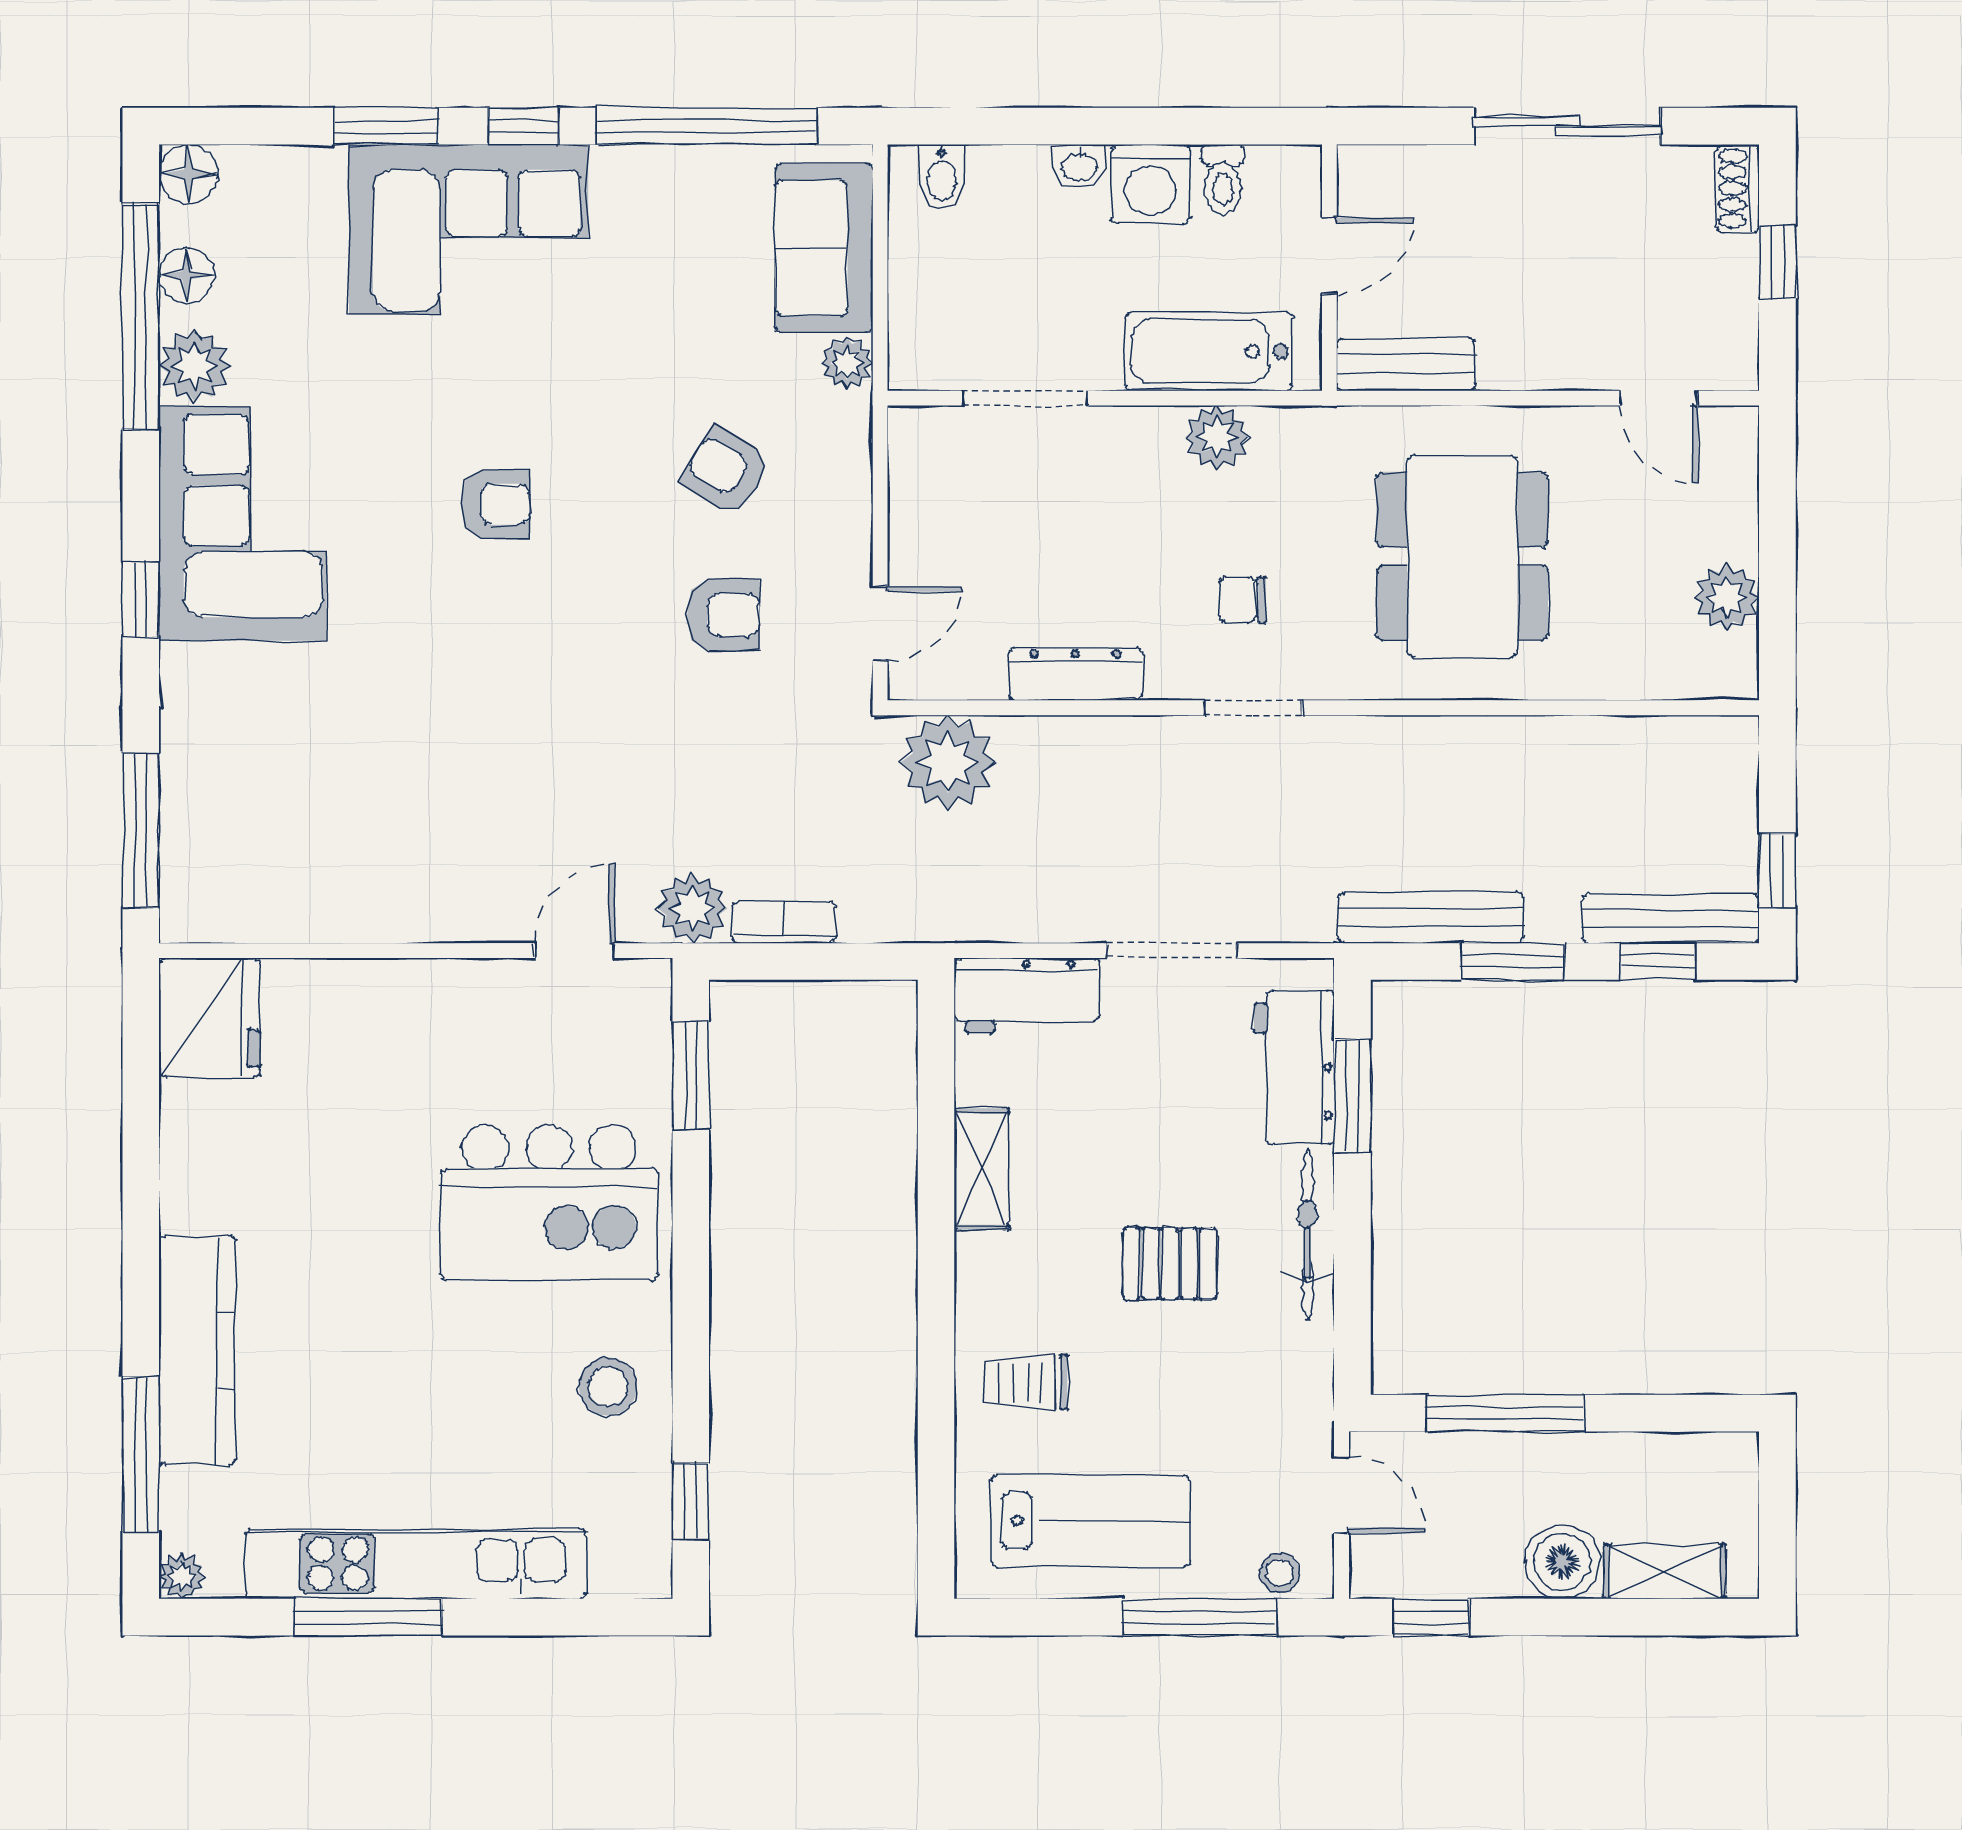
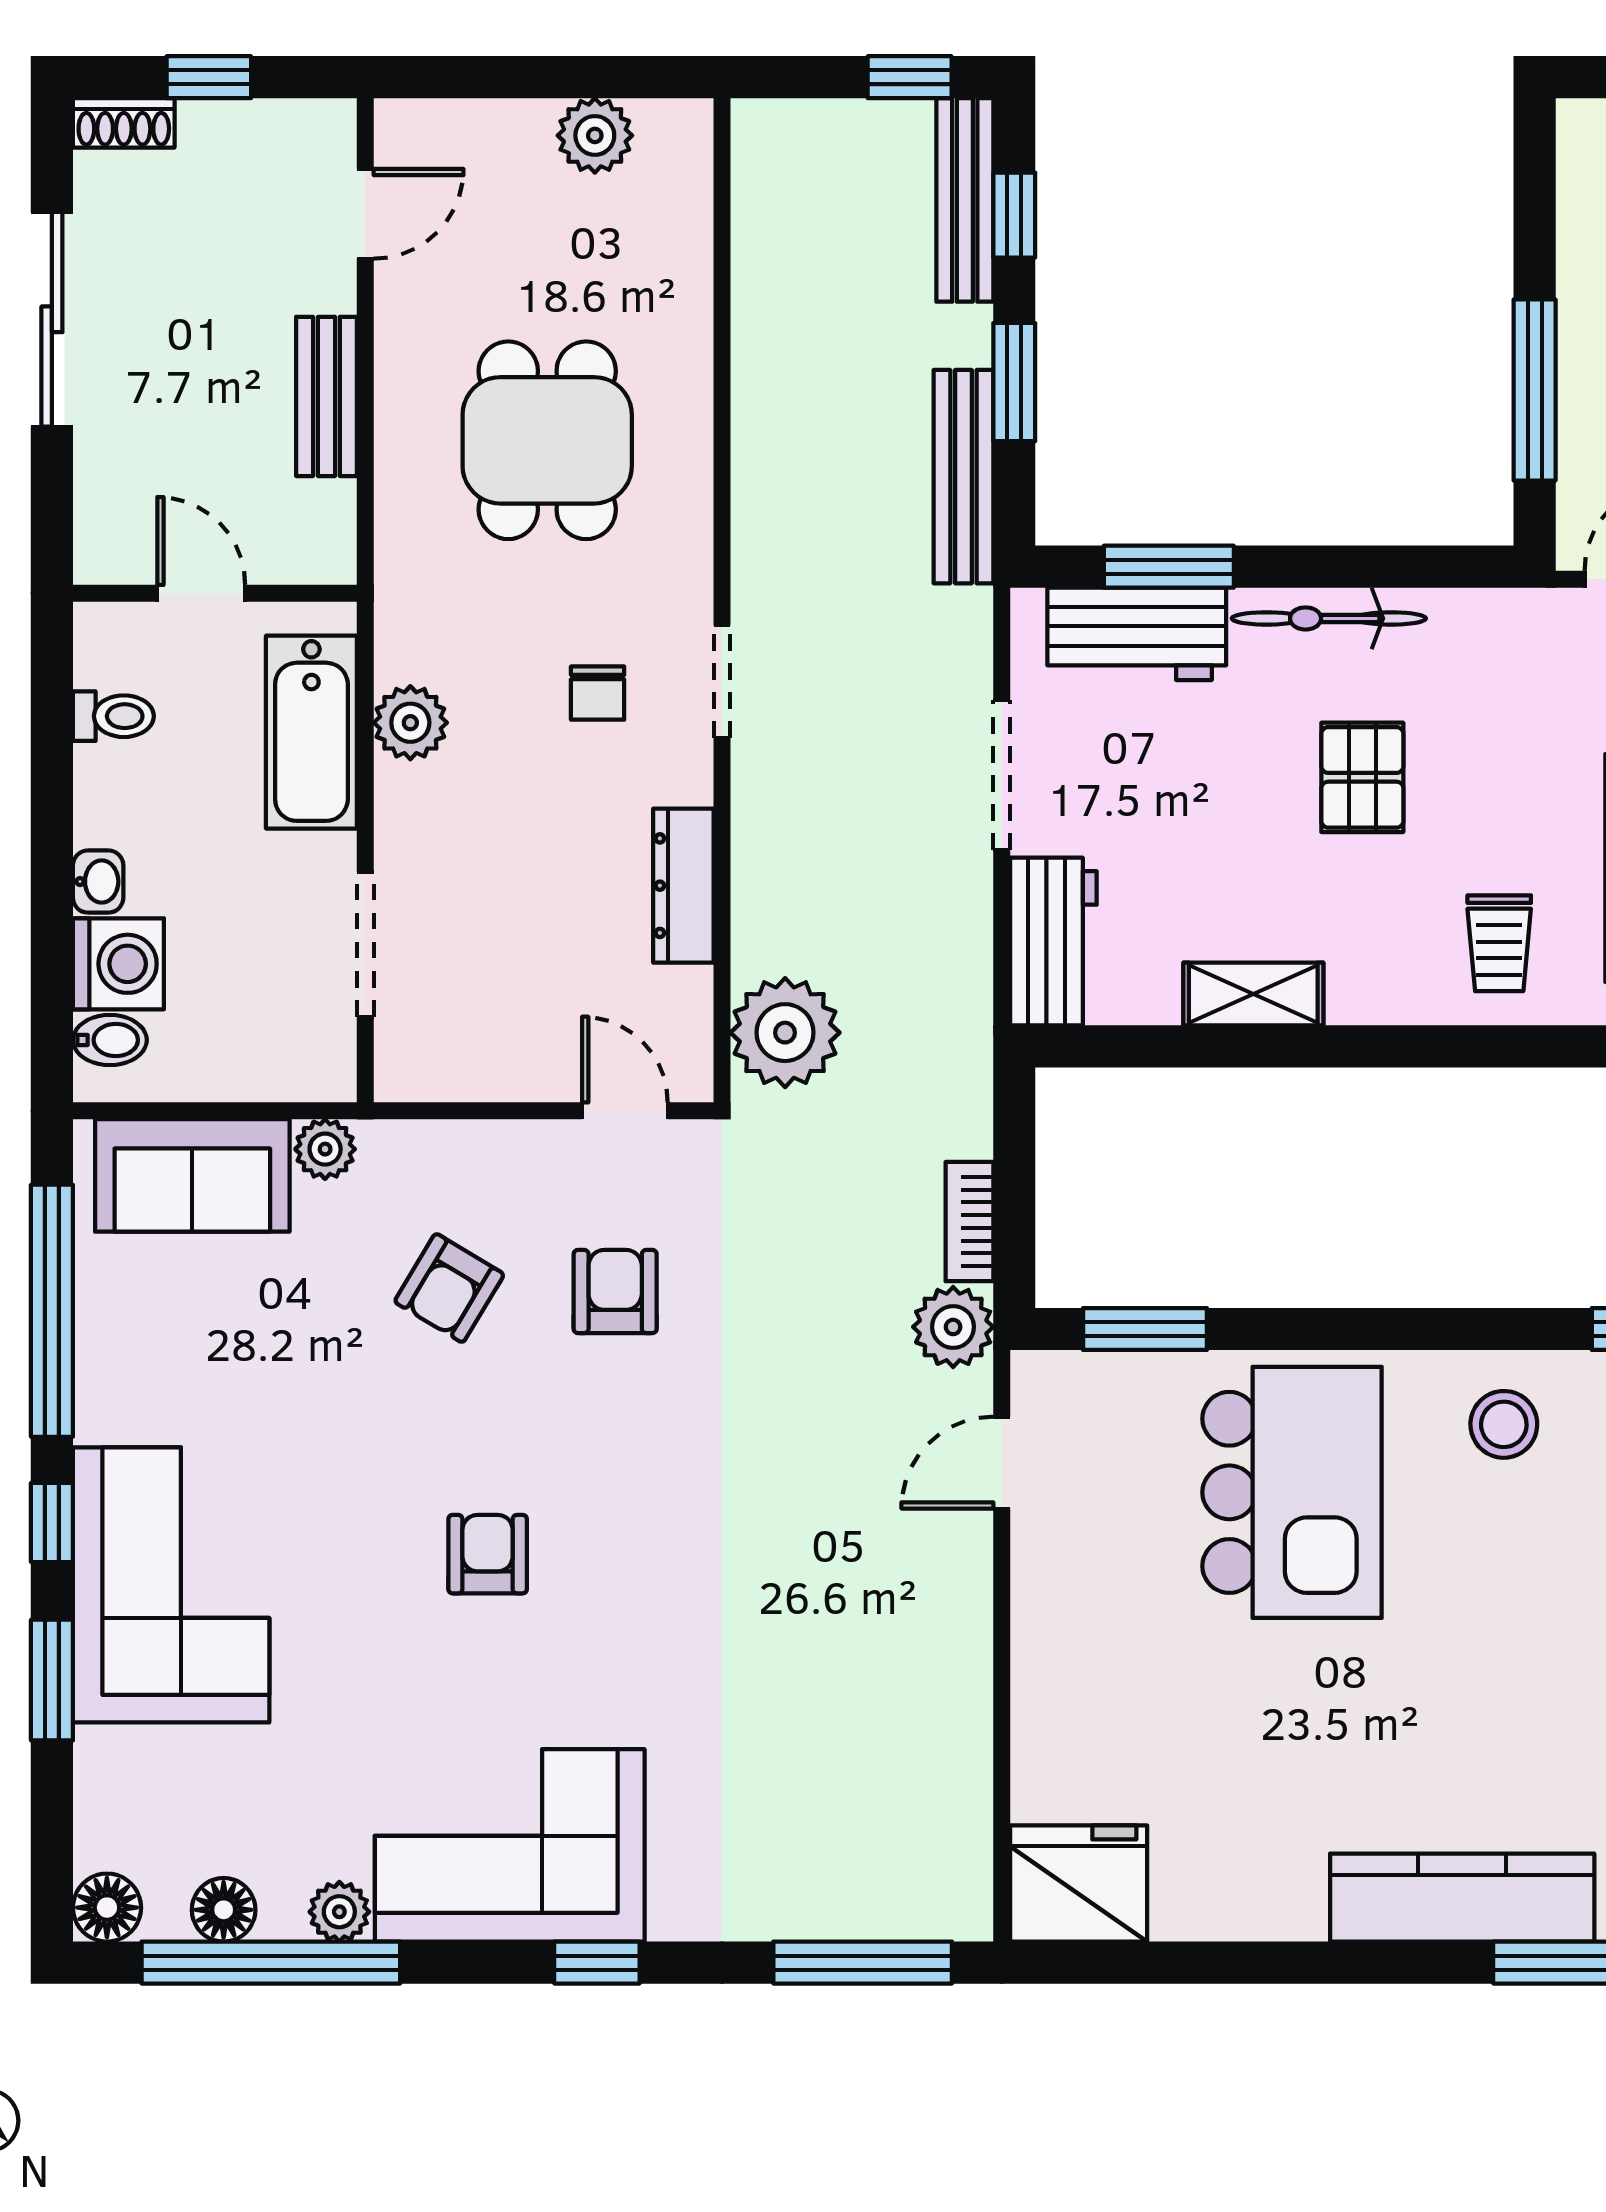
washing machine: (1151, 184) -> (118, 964), moved
bench: (1406, 364) -> (326, 396), moved
plant: (195, 366) -> (339, 1912), width x0.73, depth x0.73
dining table: (1462, 556) -> (547, 440), width x0.73
door: (575, 951) -> (1002, 1463), hinge flipped

